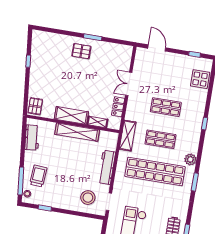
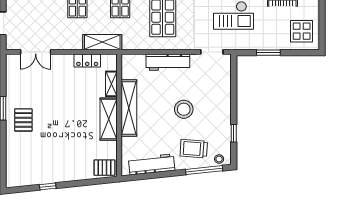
double door: (129, 84) -> (36, 52), moved
shelving: (128, 136) -> (102, 42), moved
workbench: (32, 137) -> (152, 164), width x1.37
stool: (88, 198) -> (184, 109), moved

